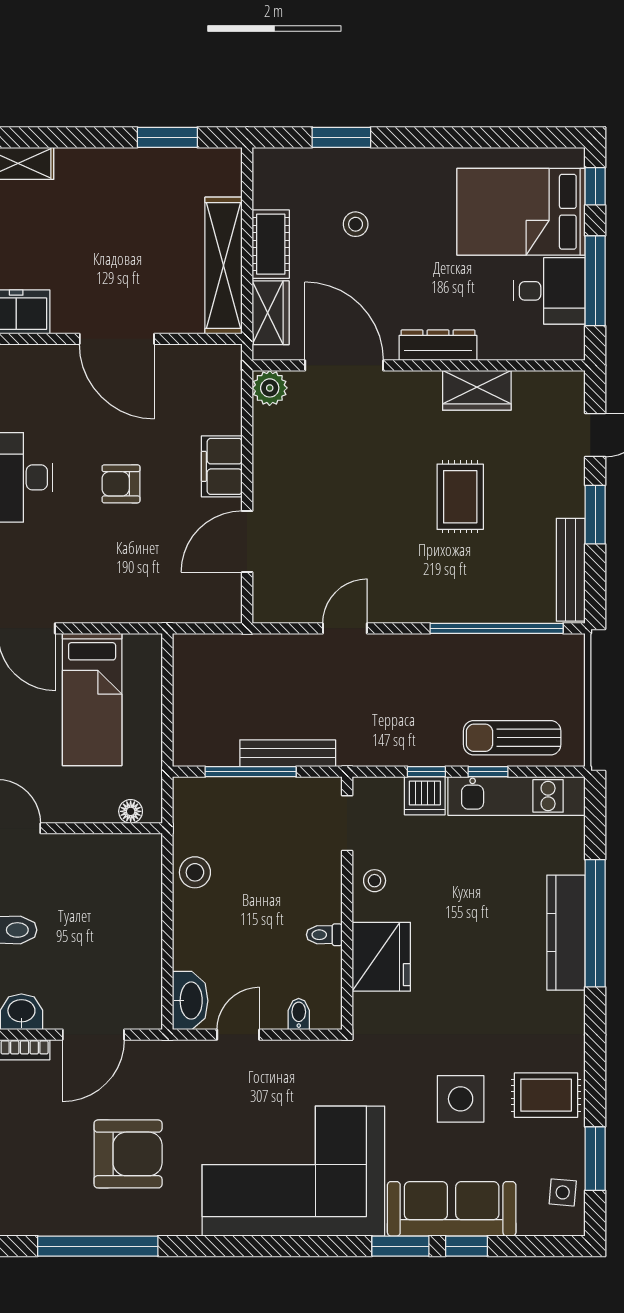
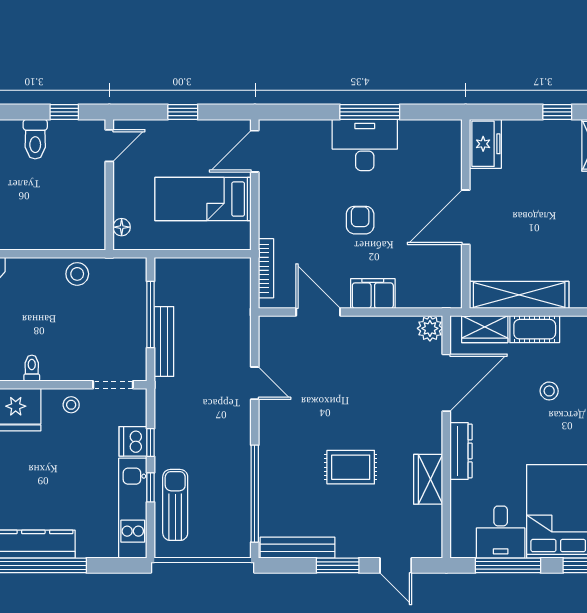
bookcase: (187, 613) -> (266, 268), added

